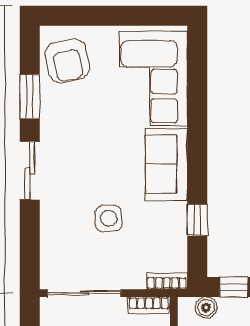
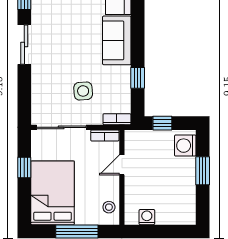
side table: (109, 218) -> (83, 91), moved
boiler: (206, 308) -> (144, 137), removed

